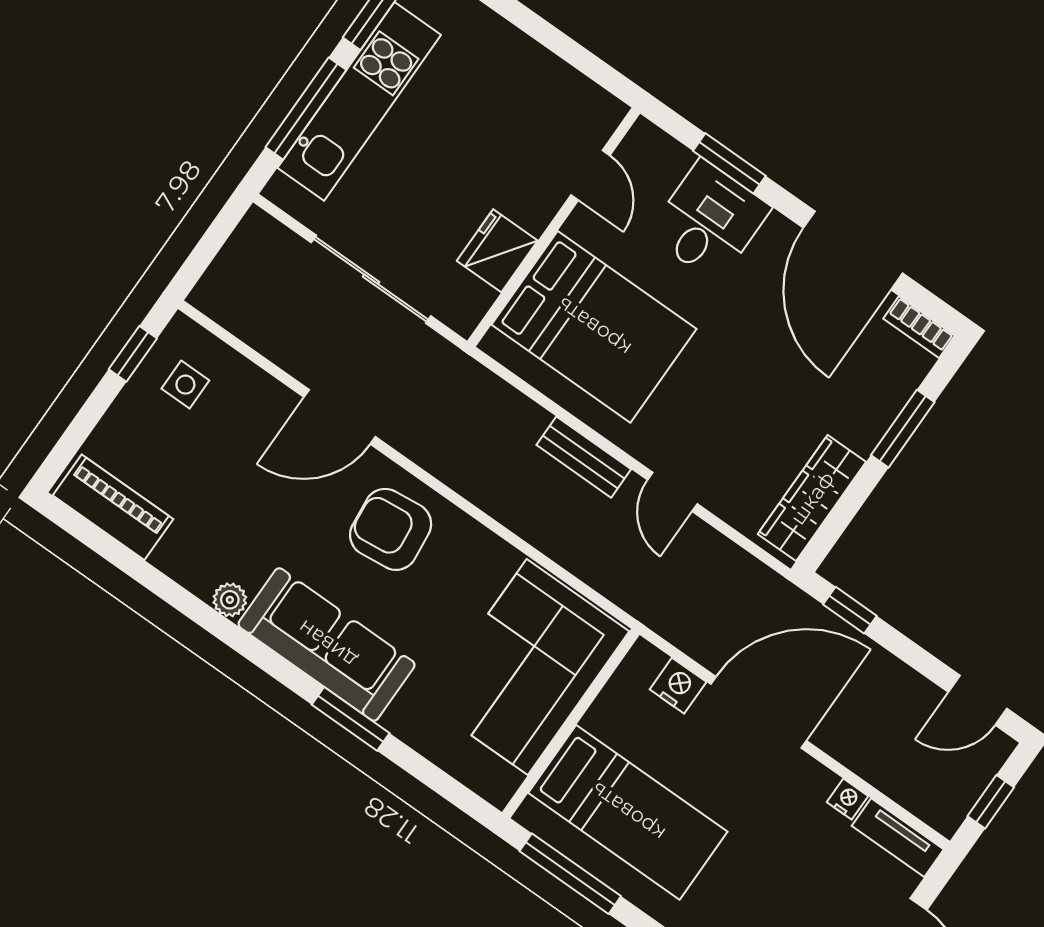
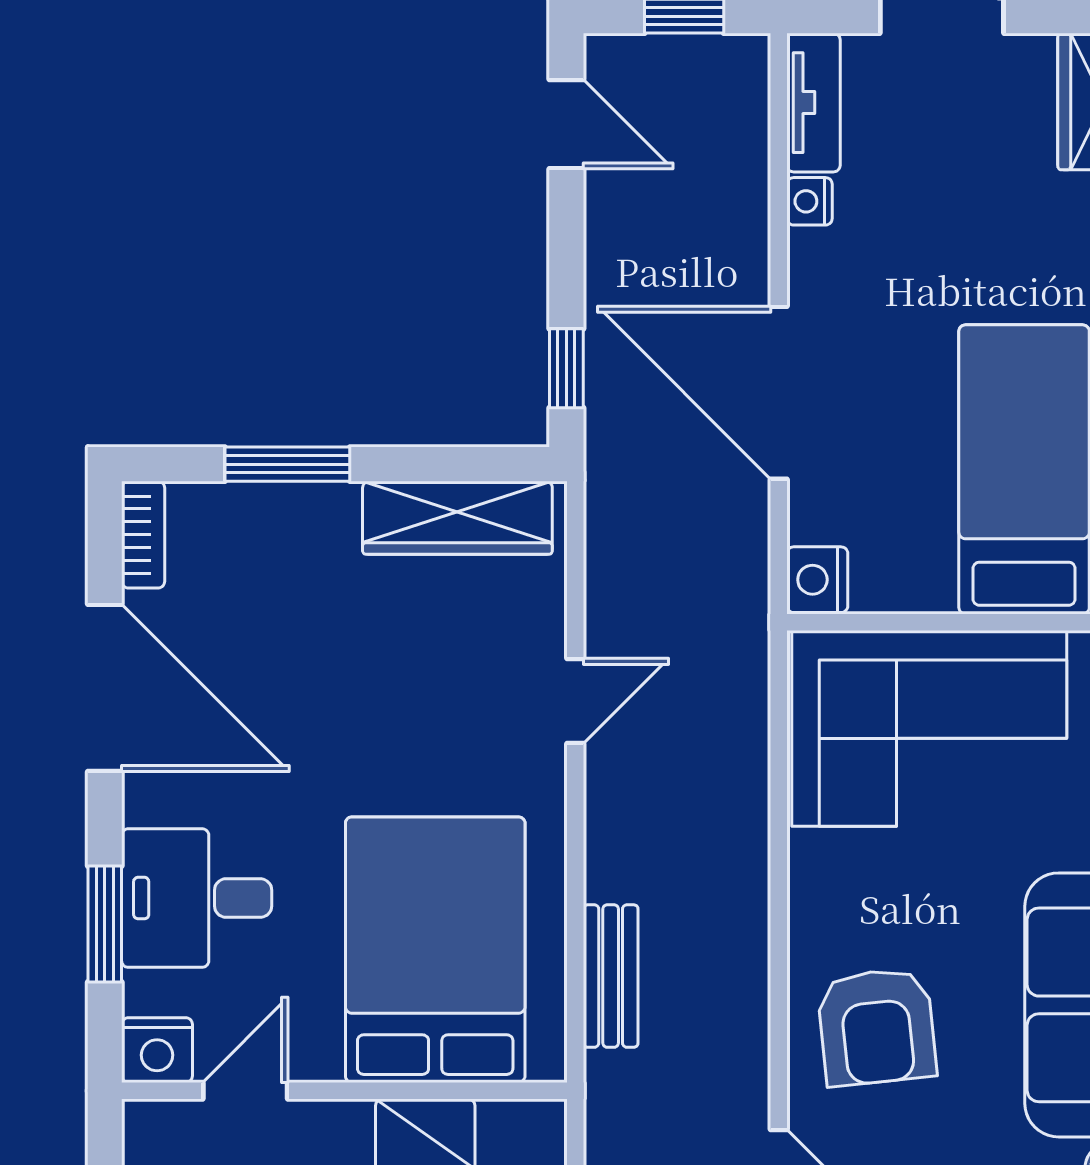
nightstand: (644, 144) -> (157, 1050), added
door: (853, 251) -> (105, 688), hinge flipped
bench: (584, 457) -> (611, 976), moved
nightstand: (678, 686) -> (817, 580), moved

